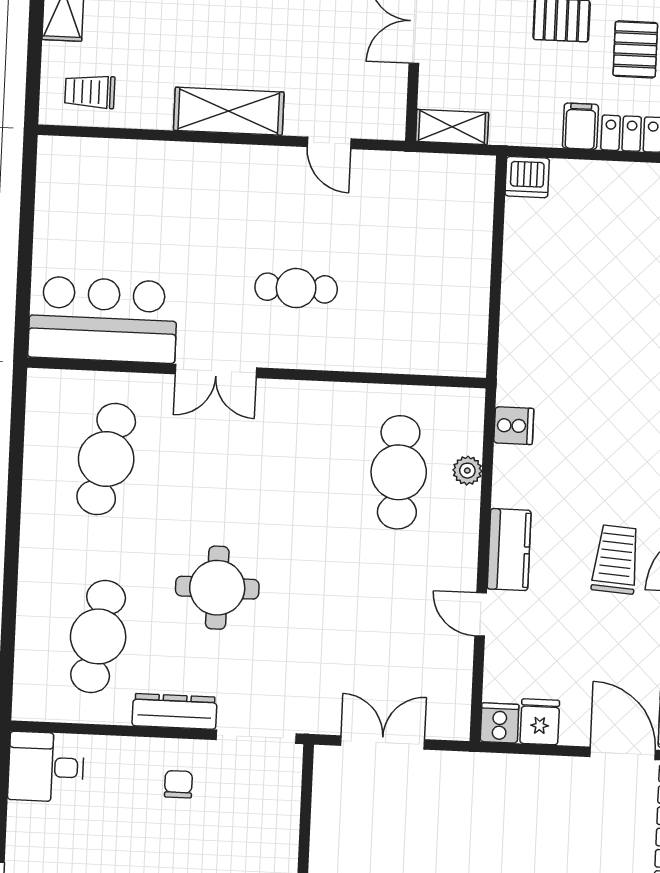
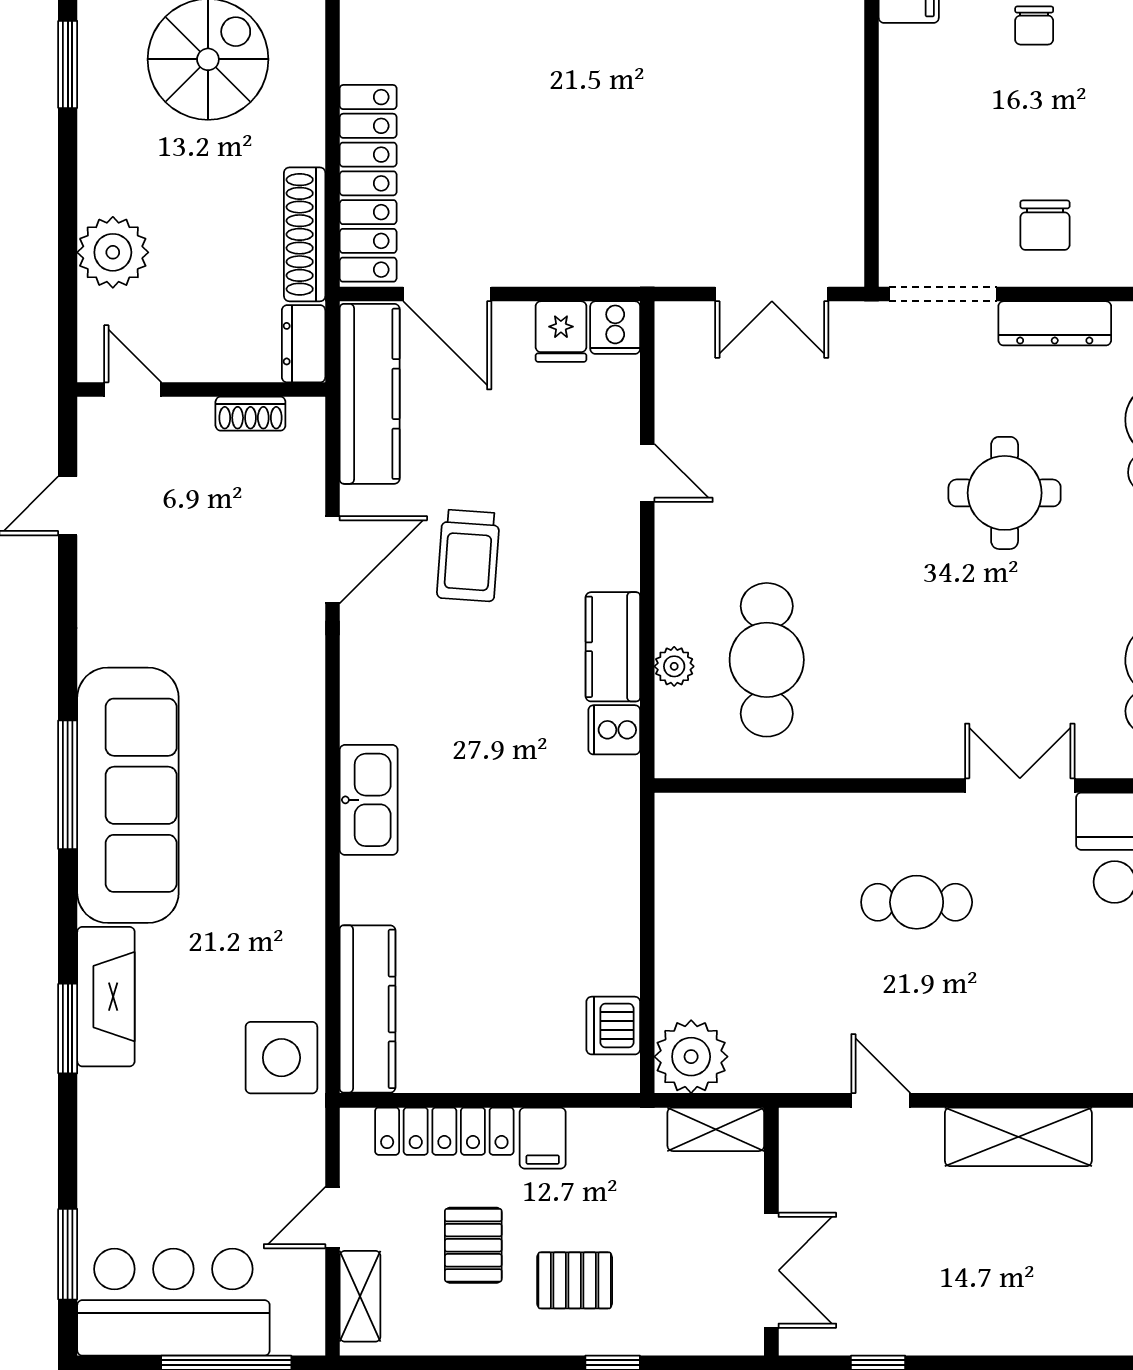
dishwasher: (527, 177) -> (613, 1026), moved, turned -90
plant: (468, 181) -> (691, 1057), added
kitchen counter: (509, 550) -> (613, 647), moved
chair: (178, 784) -> (1045, 225), width x1.37, depth x1.37

